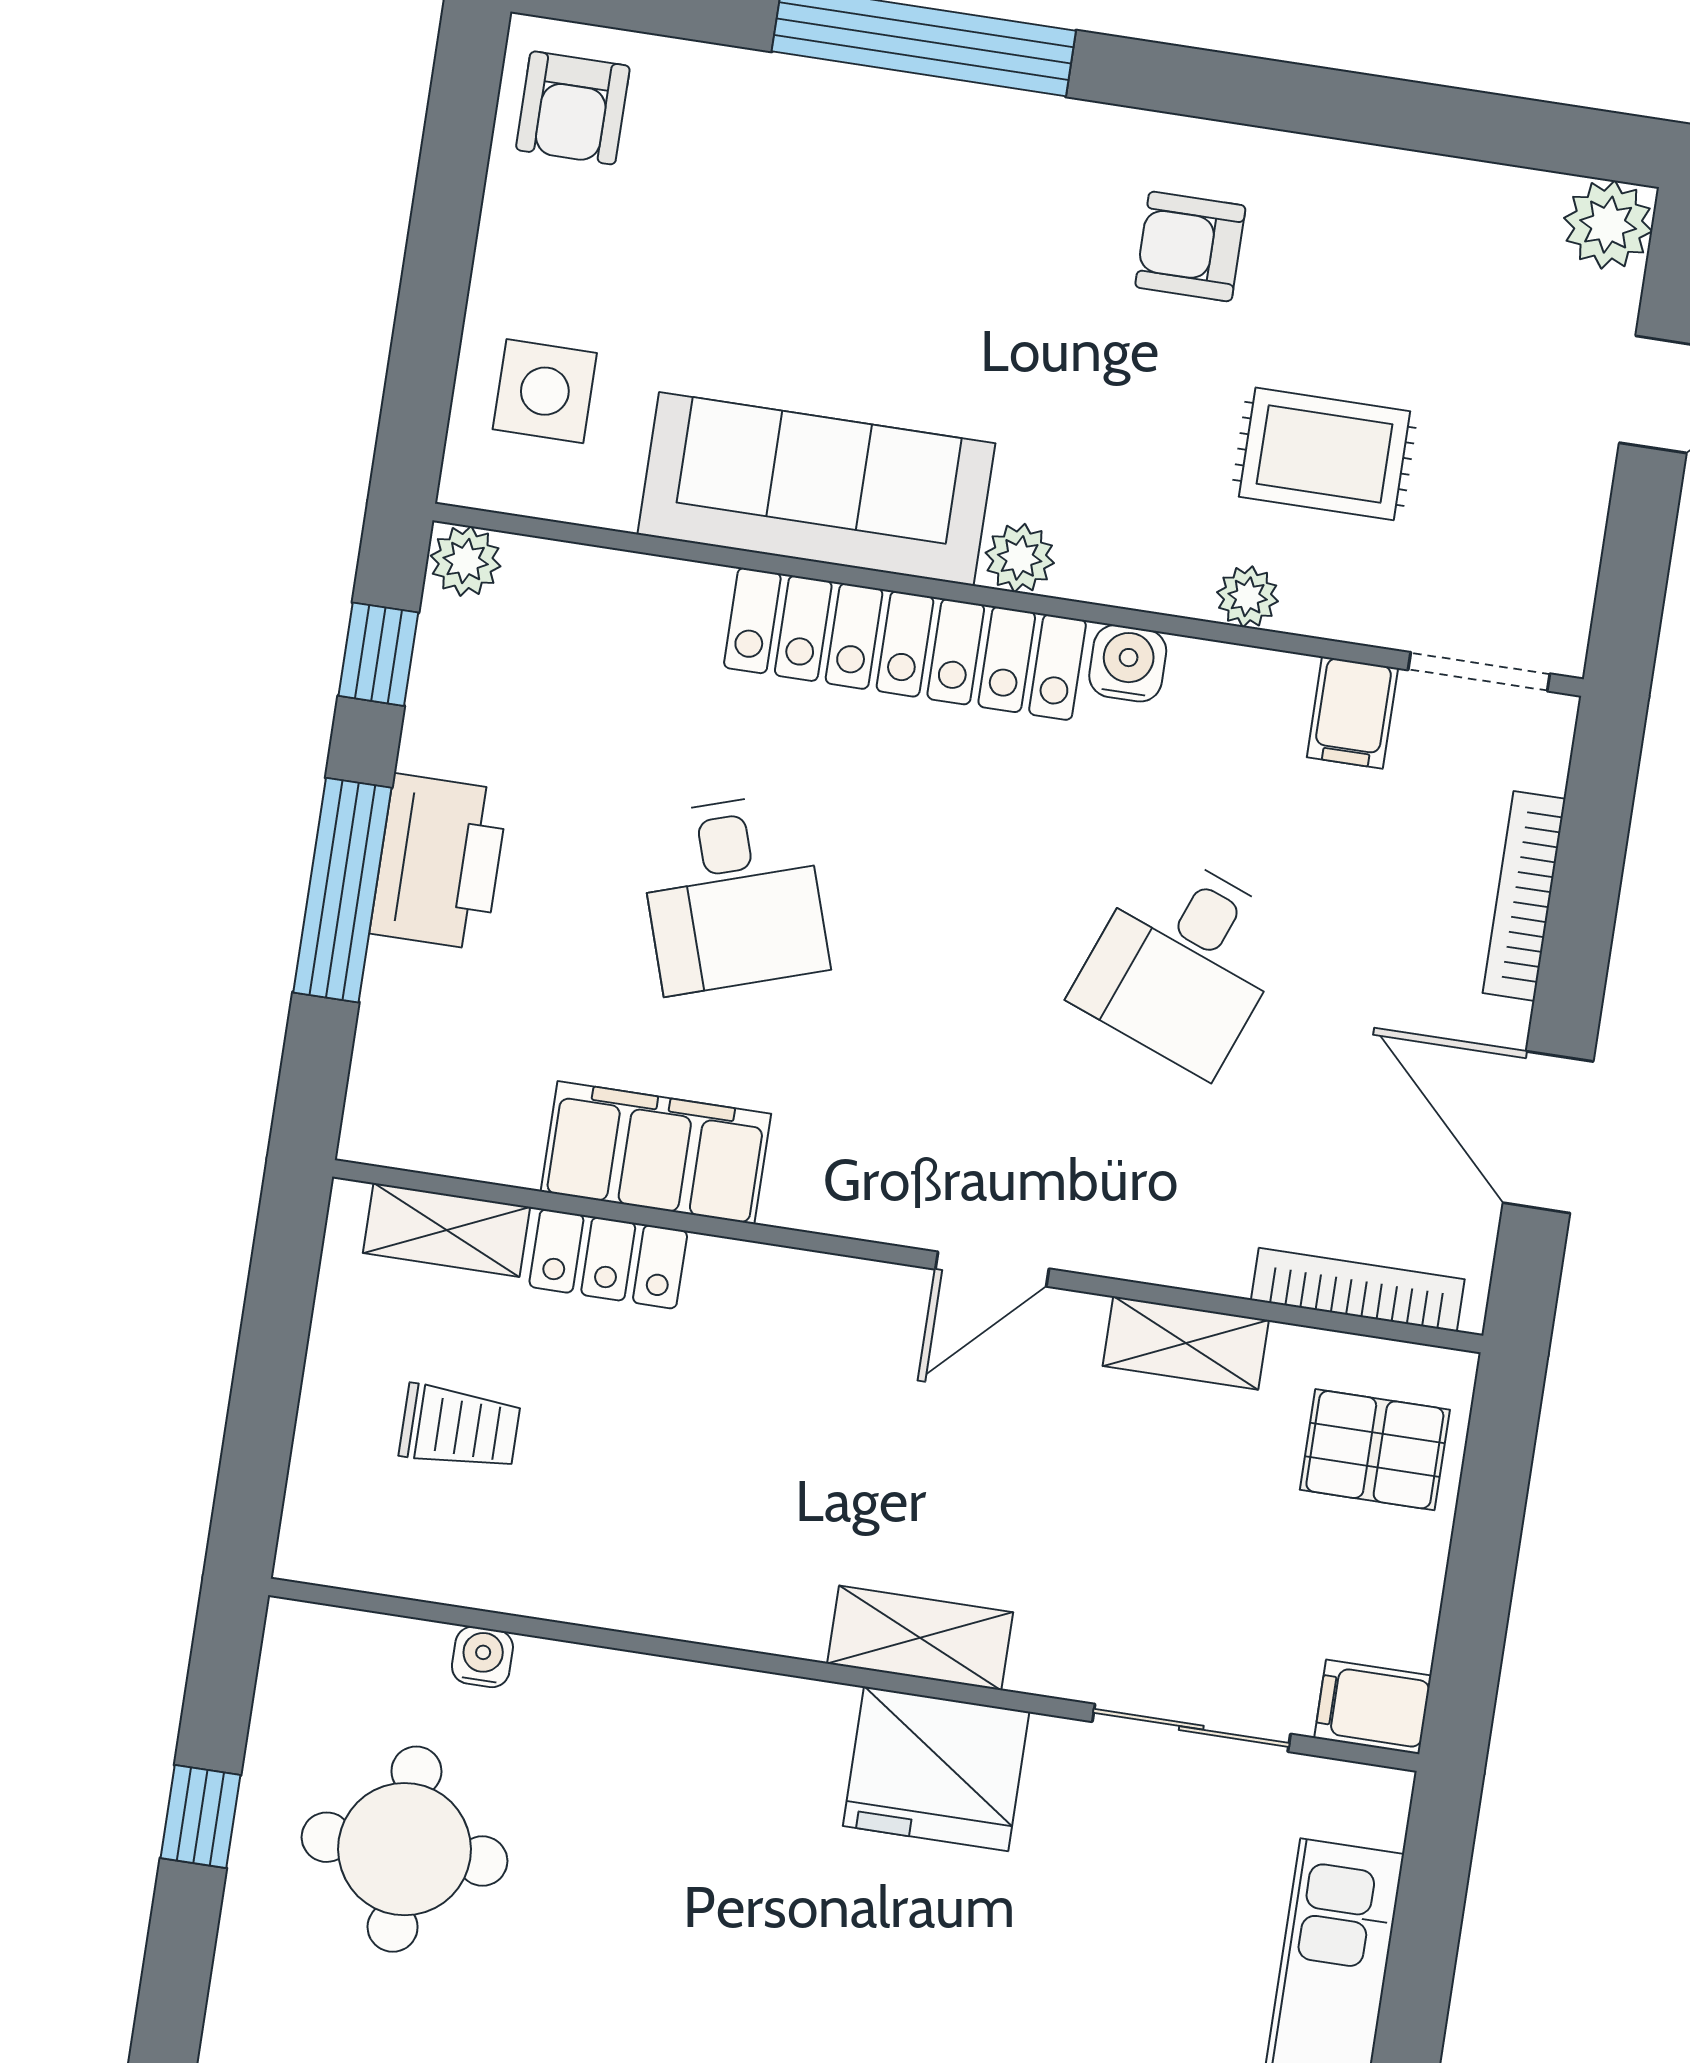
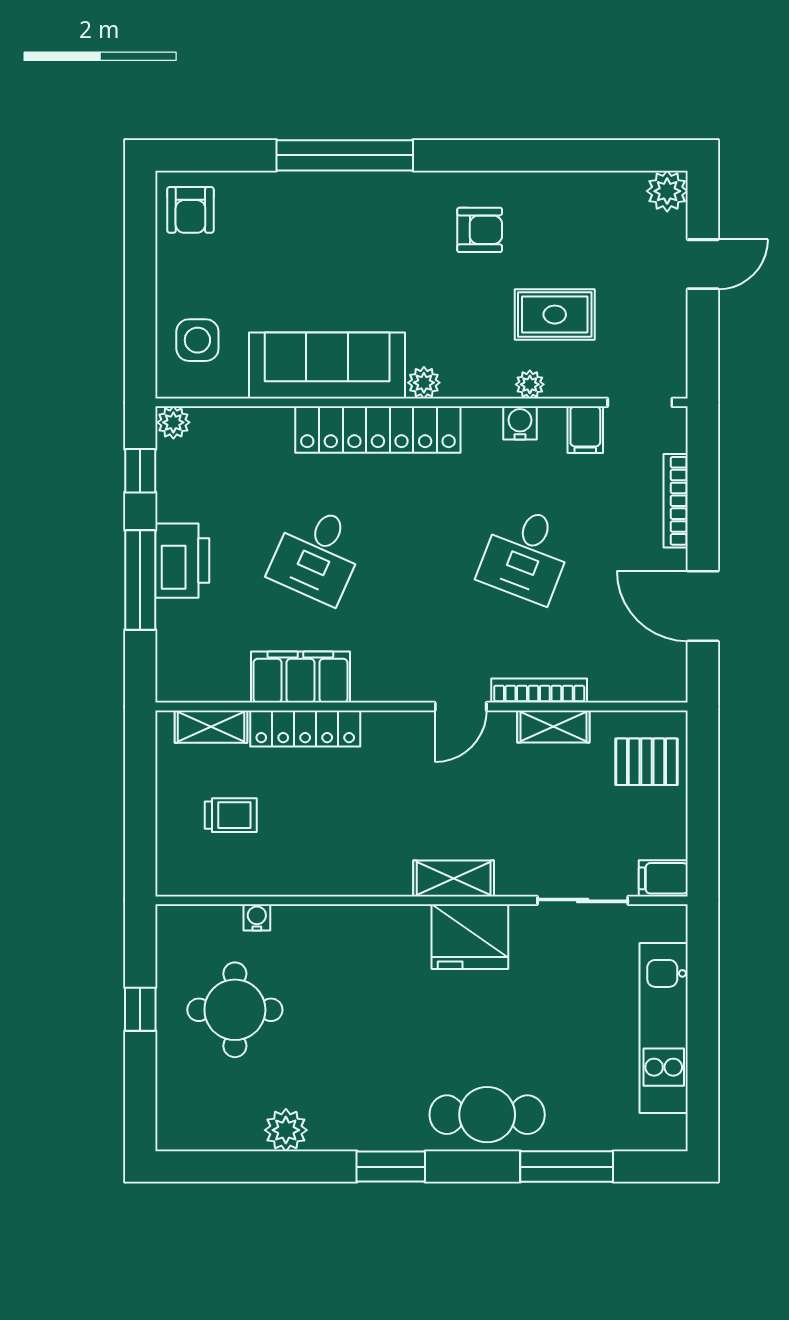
armchair: (1190, 246) -> (480, 230), turned 180
water cooler: (1128, 663) -> (520, 423), moved
desk: (733, 894) -> (317, 554), turned 42
locker: (608, 1259) -> (305, 729), width x1.53
bookcase: (1358, 1290) -> (539, 691), moved

